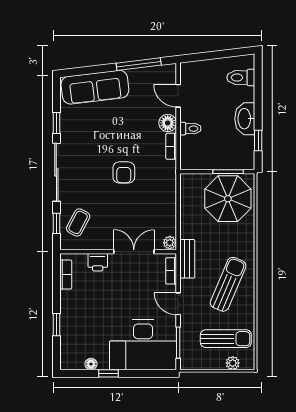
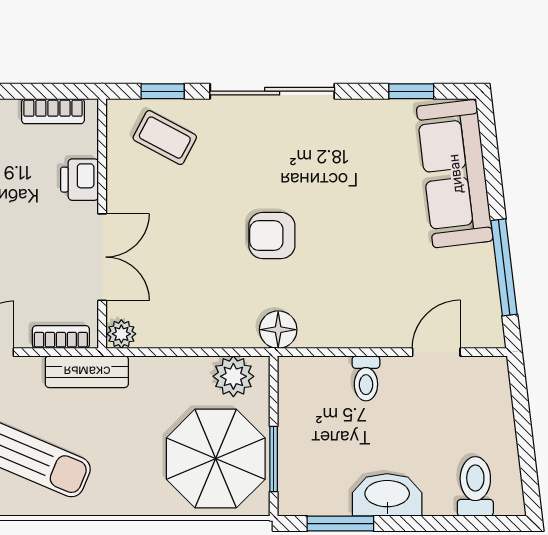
window: (56, 123) -> (411, 91), moved
floor lamp: (168, 123) -> (278, 330), moved
window: (258, 141) -> (340, 524), width x1.50
bookcase: (171, 146) -> (328, 337), removed
plant: (190, 190) -> (233, 376), added

